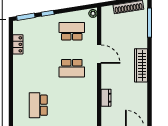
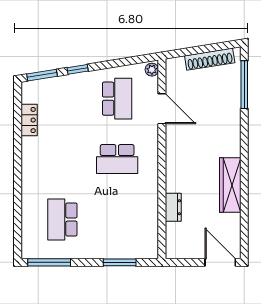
school desk: (72, 31) -> (117, 99), turned 90
door: (99, 54) -> (162, 109), moved
wardrobe: (141, 65) -> (230, 185), moved

